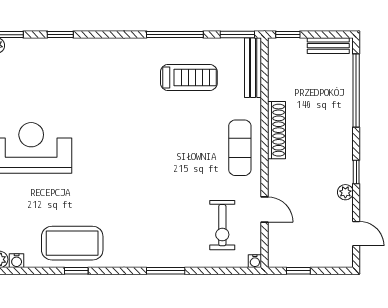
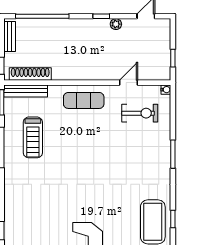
treadmill: (189, 78) -> (33, 137), turned 180
shoe rack: (276, 130) -> (30, 74), moved

